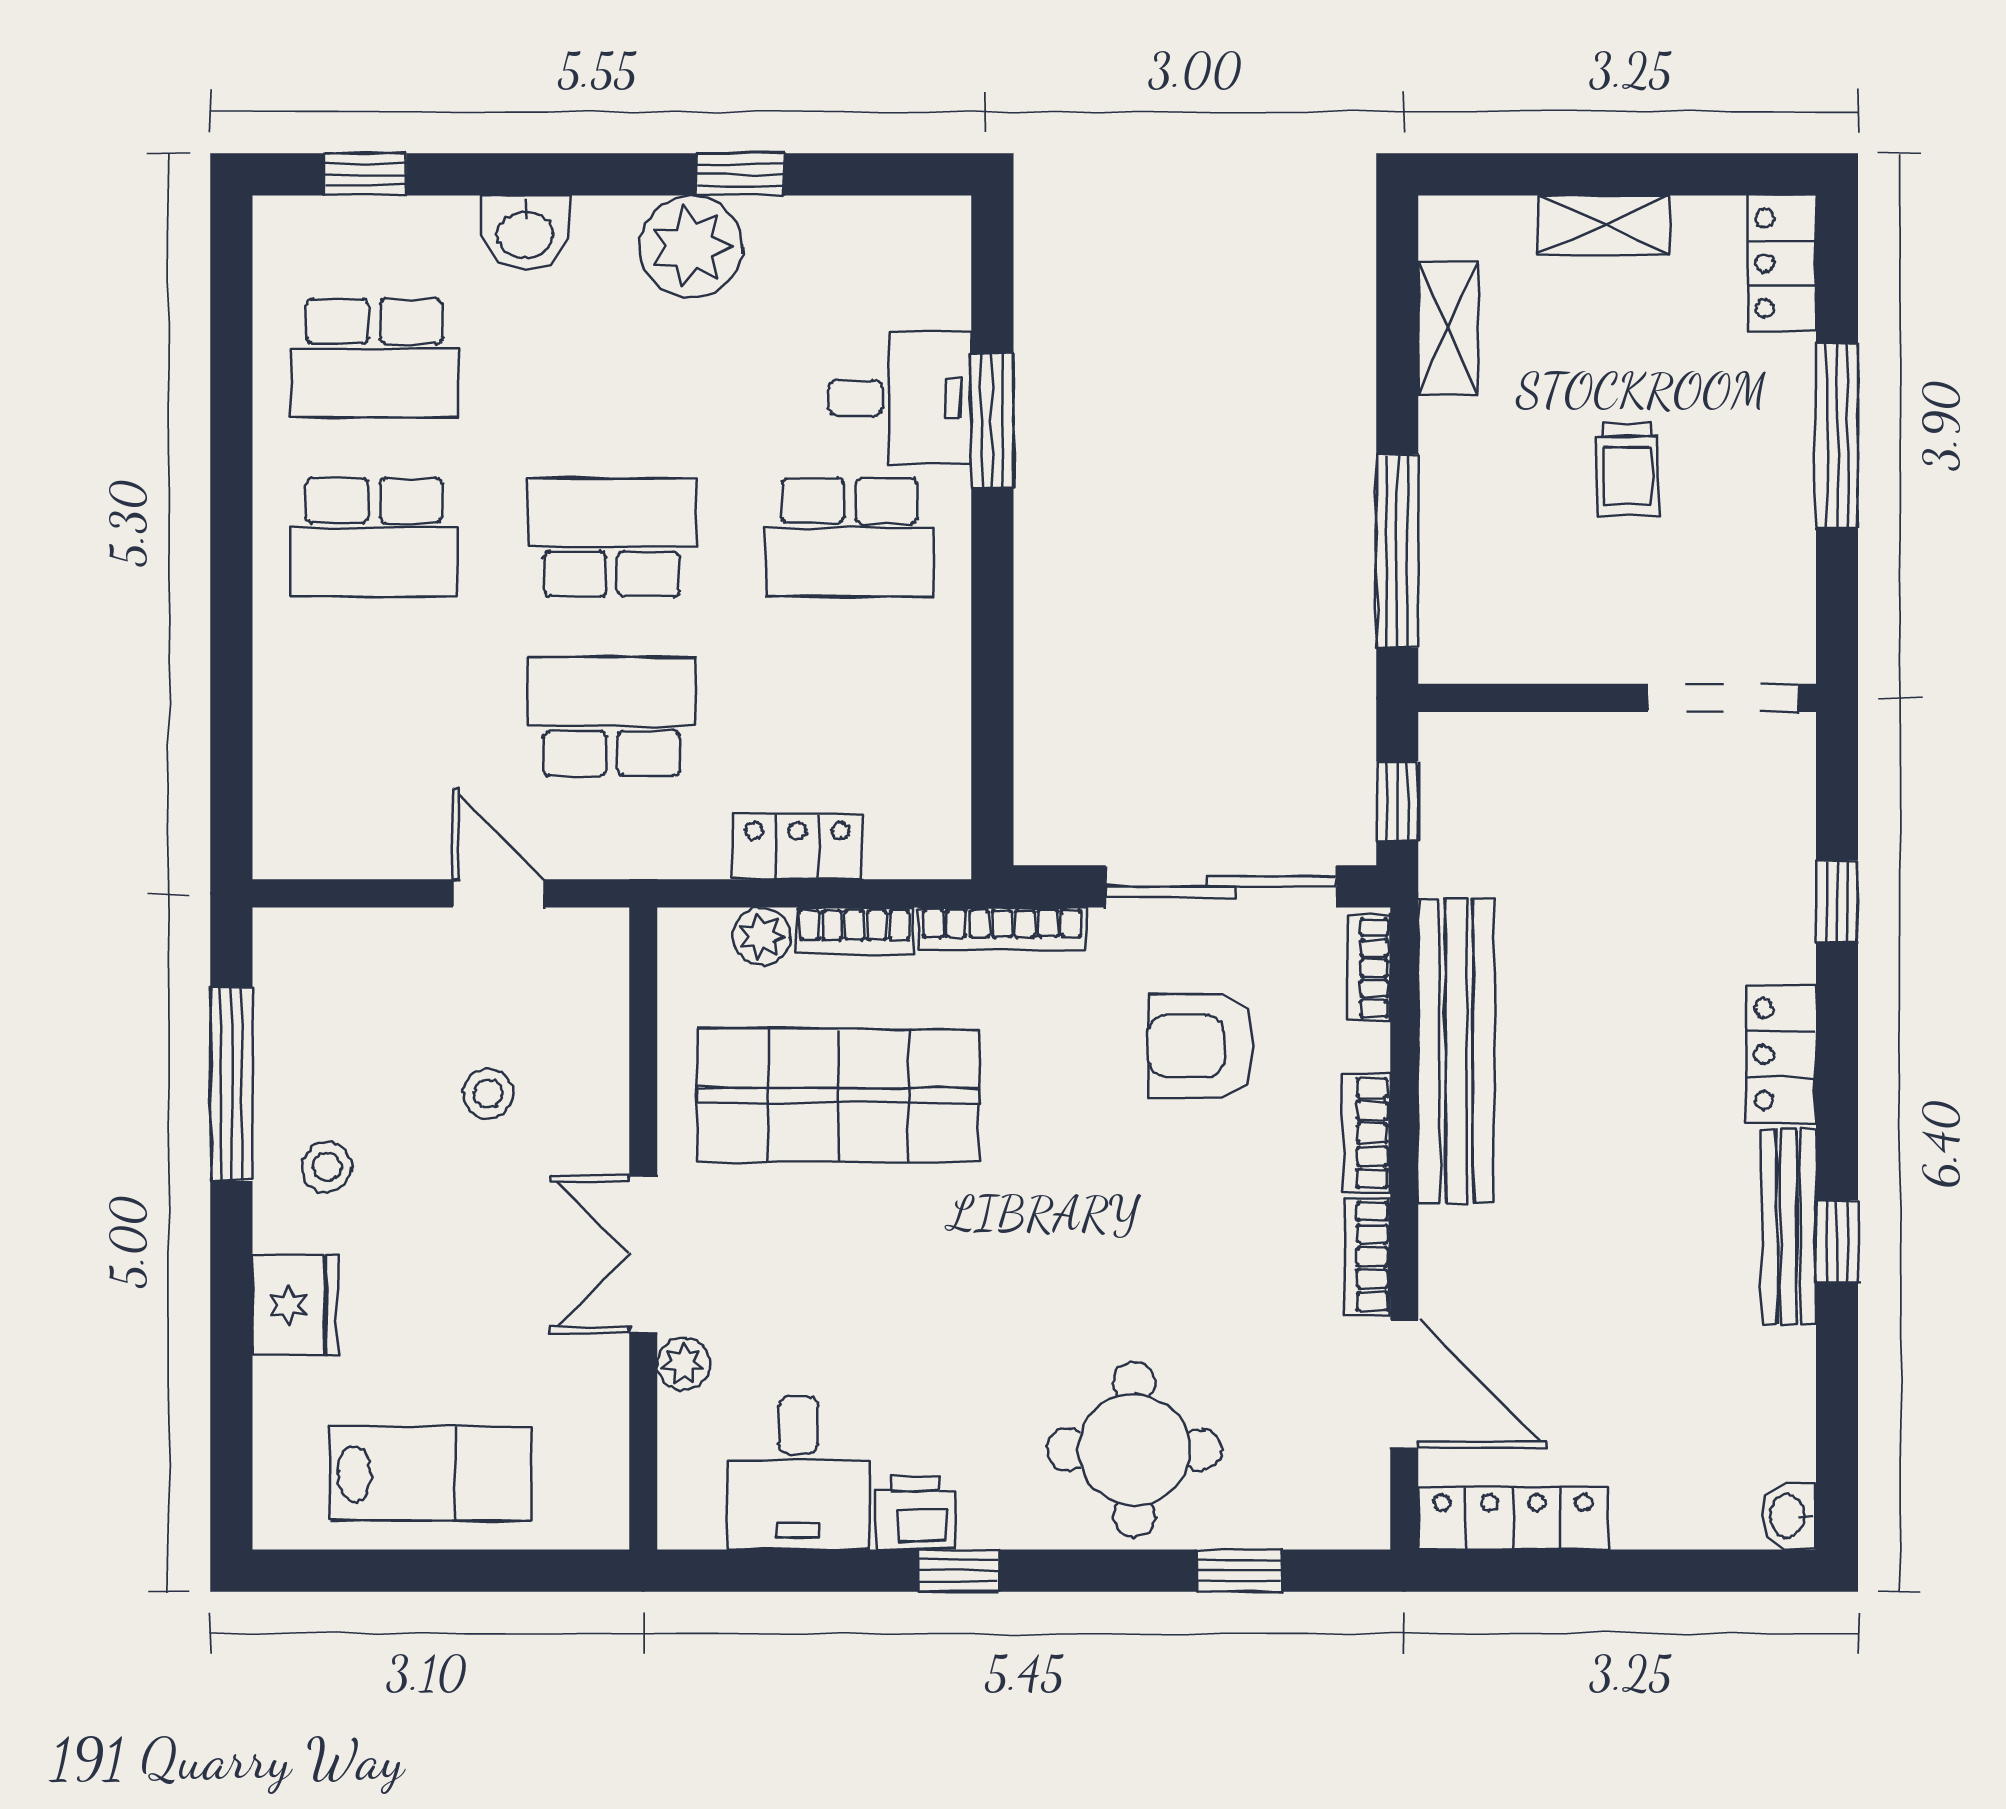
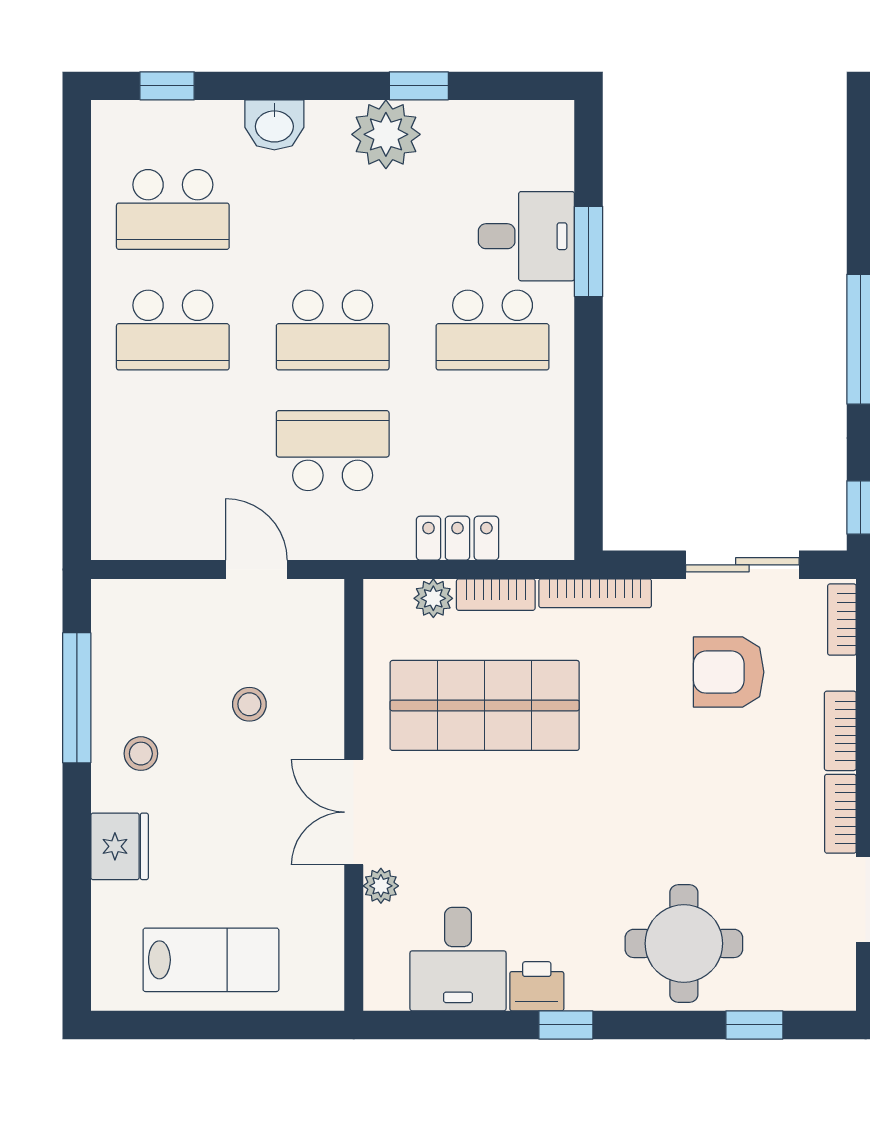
school desk: (612, 537) -> (333, 330), turned 180
sliding door: (1221, 886) -> (742, 565), width x0.73

